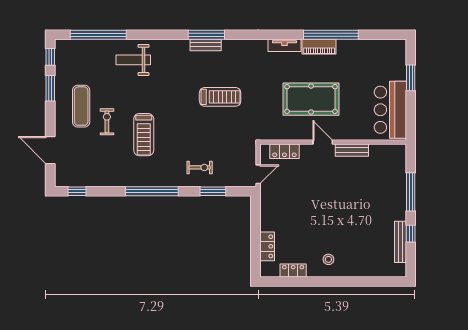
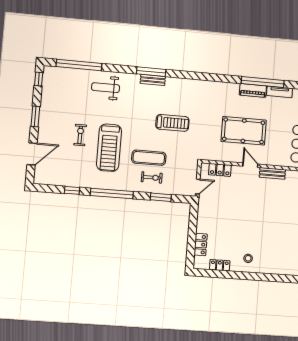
window: (206, 35) -> (151, 72), moved
bench: (206, 45) -> (153, 80), moved
tv unit: (285, 45) -> (280, 92), moved
window: (50, 88) -> (35, 116), moved
exercise mat: (81, 106) -> (149, 158), moved, turned 90
treadmill: (144, 135) -> (109, 148), width x1.37, depth x1.38
door: (50, 150) -> (32, 154), swing flipped
window: (77, 191) -> (72, 190), moved

